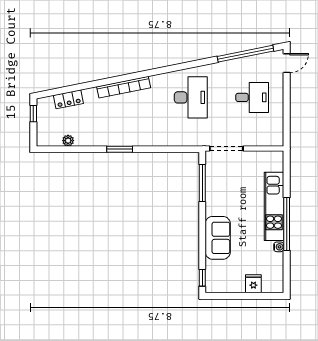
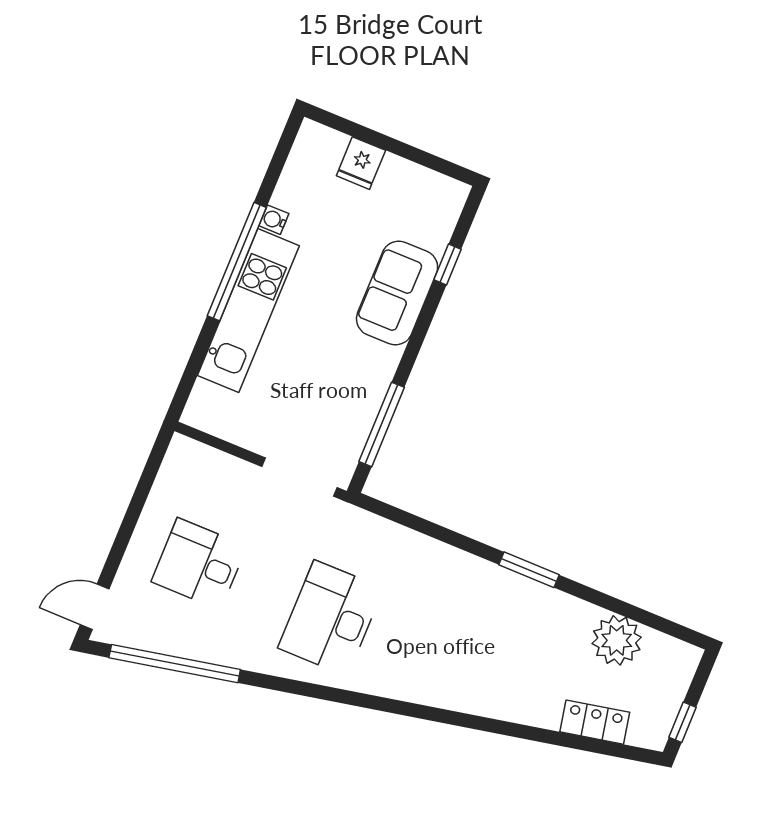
bookcase: (124, 87) -> (466, 699), removed
plant: (68, 141) -> (617, 640), width x1.88, depth x1.88
window: (202, 278) -> (448, 265), moved

